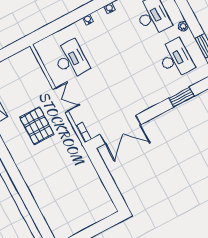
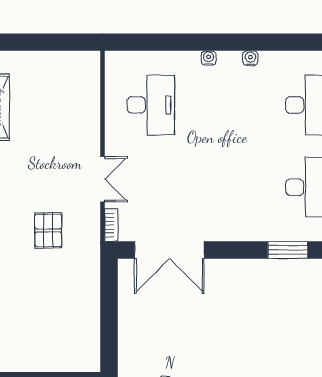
double door: (60, 100) -> (103, 179), moved
pallet: (37, 126) -> (48, 230), moved, width x0.67, depth x0.71

